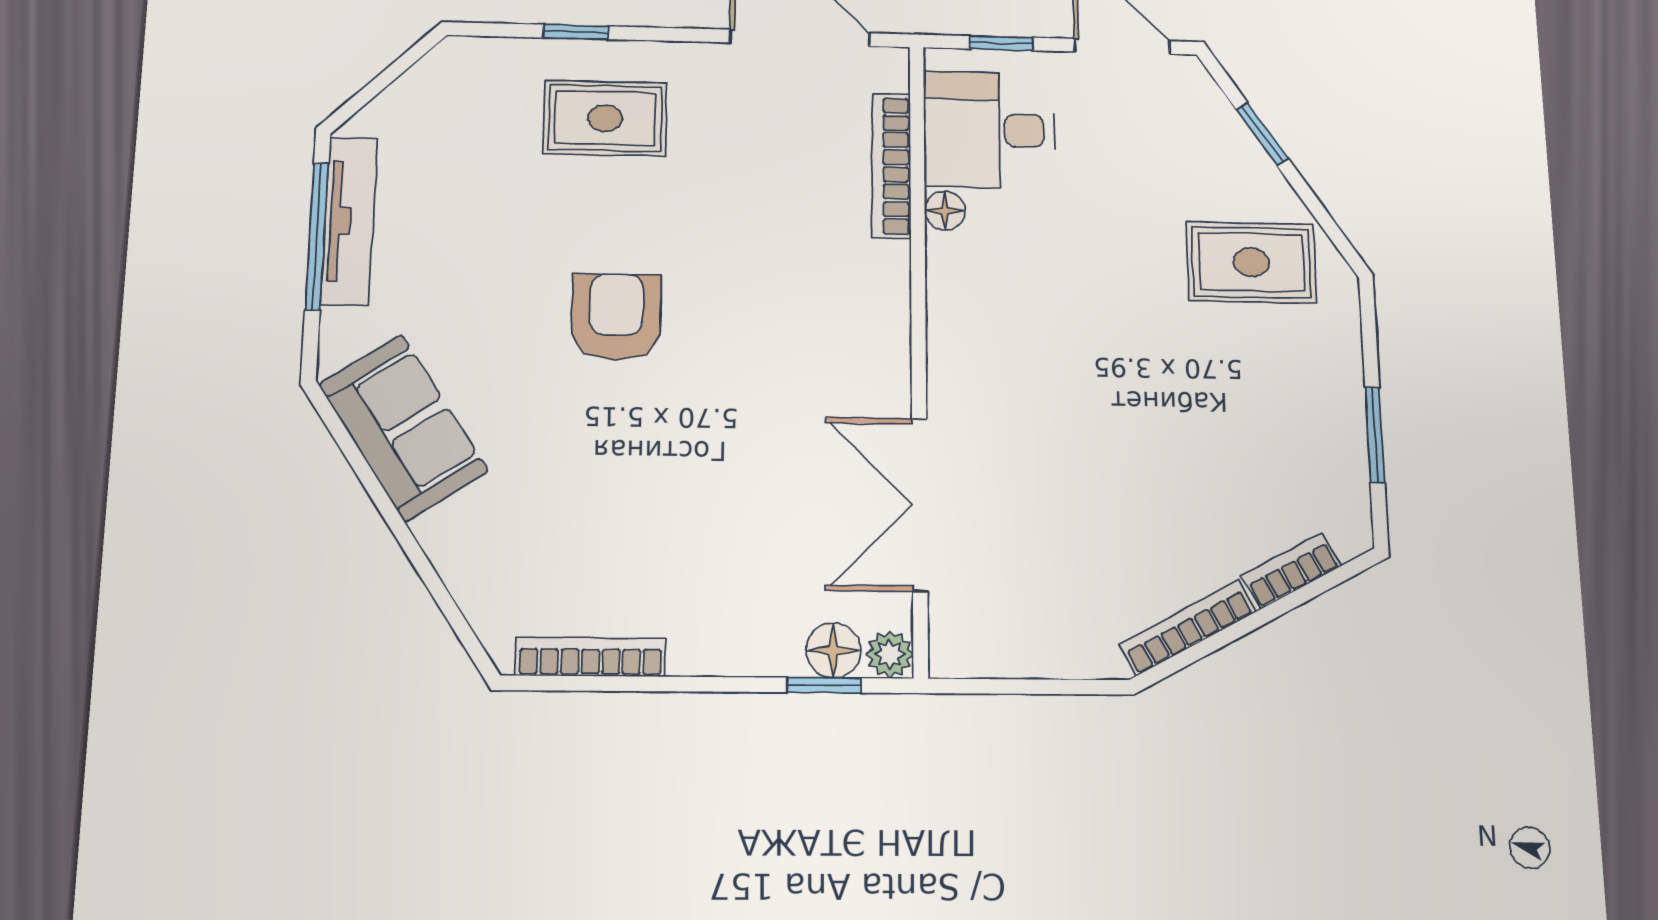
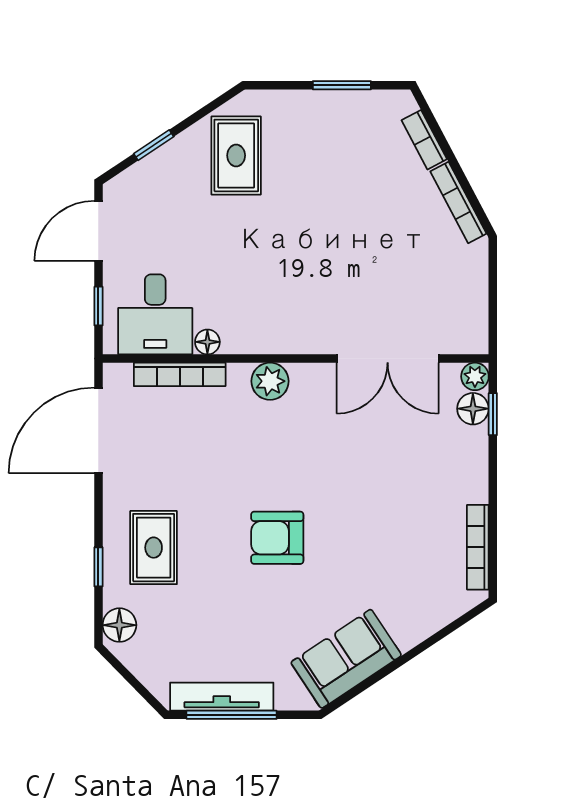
floor lamp: (478, 62) -> (119, 625), added
plant: (880, 309) -> (270, 381), added

